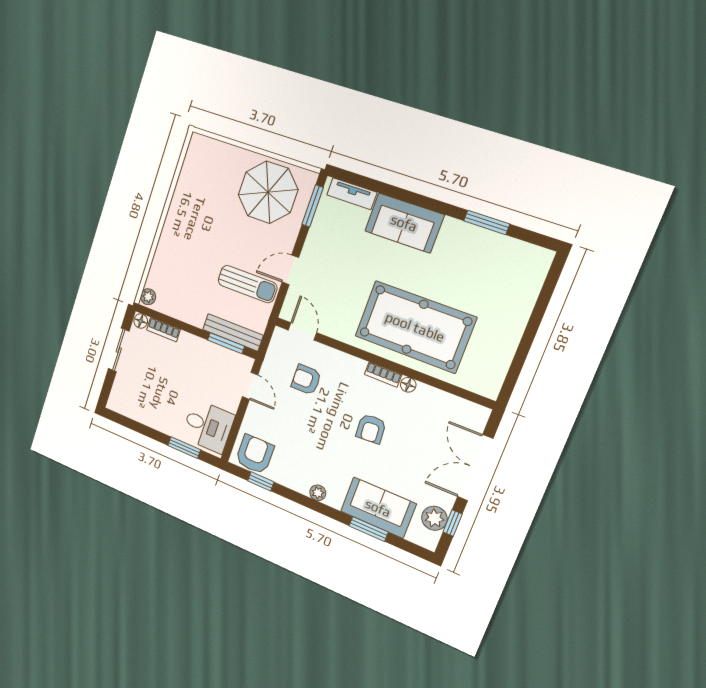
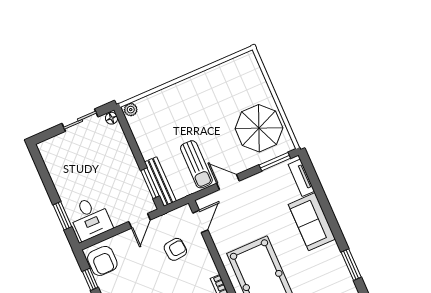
bookcase: (163, 330) -> (120, 137), removed
armchair: (306, 380) -> (175, 249), turned 84
armchair: (255, 454) -> (102, 261), turned 90

